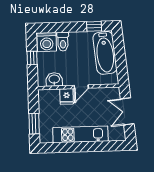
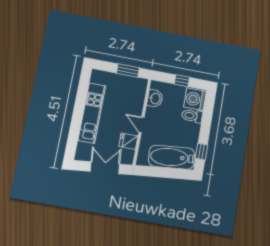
fridge: (67, 96) -> (128, 141), moved
window: (34, 124) -> (128, 70), moved

